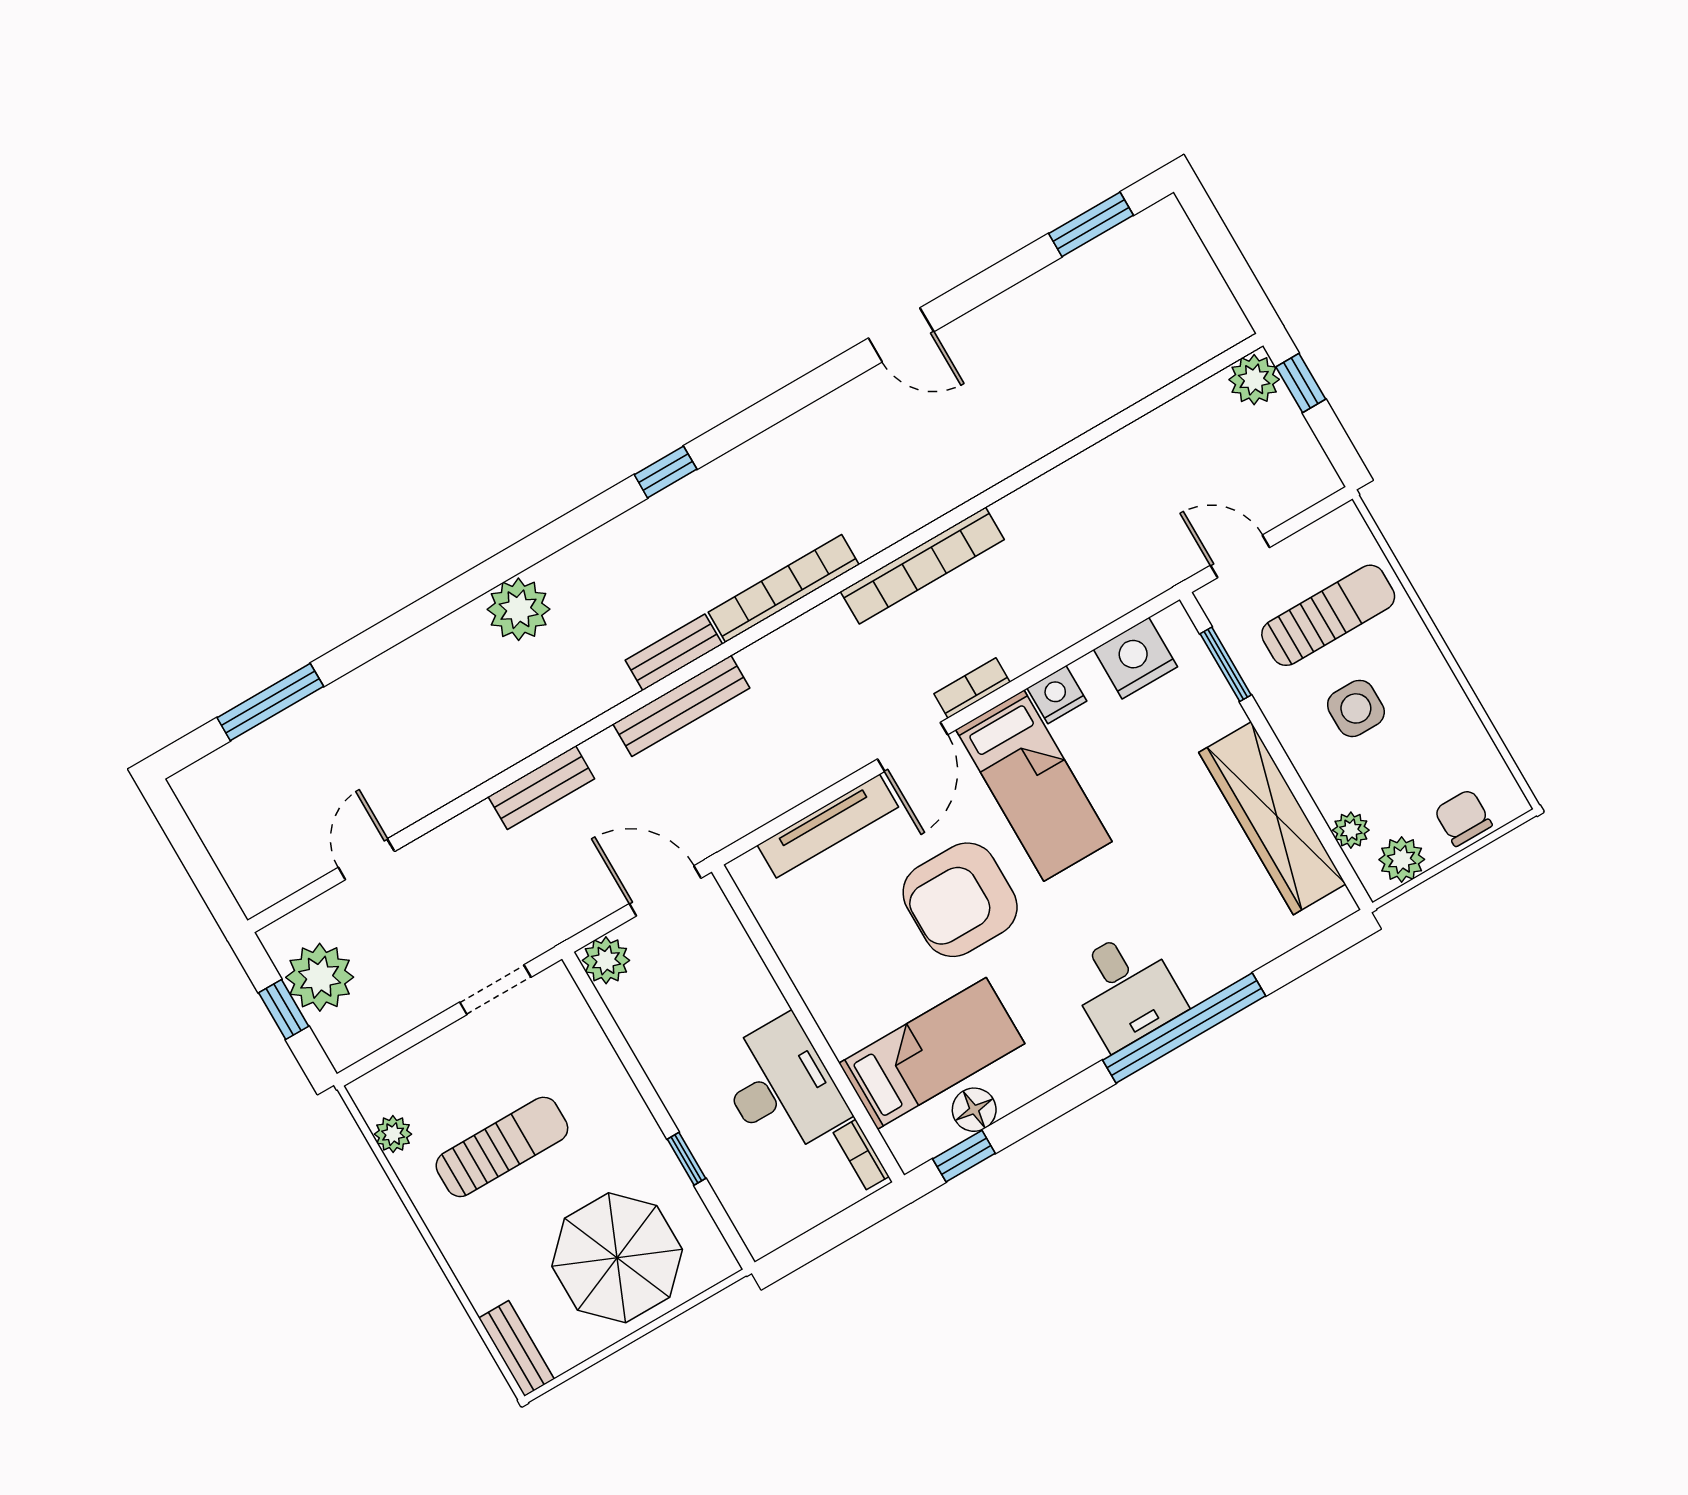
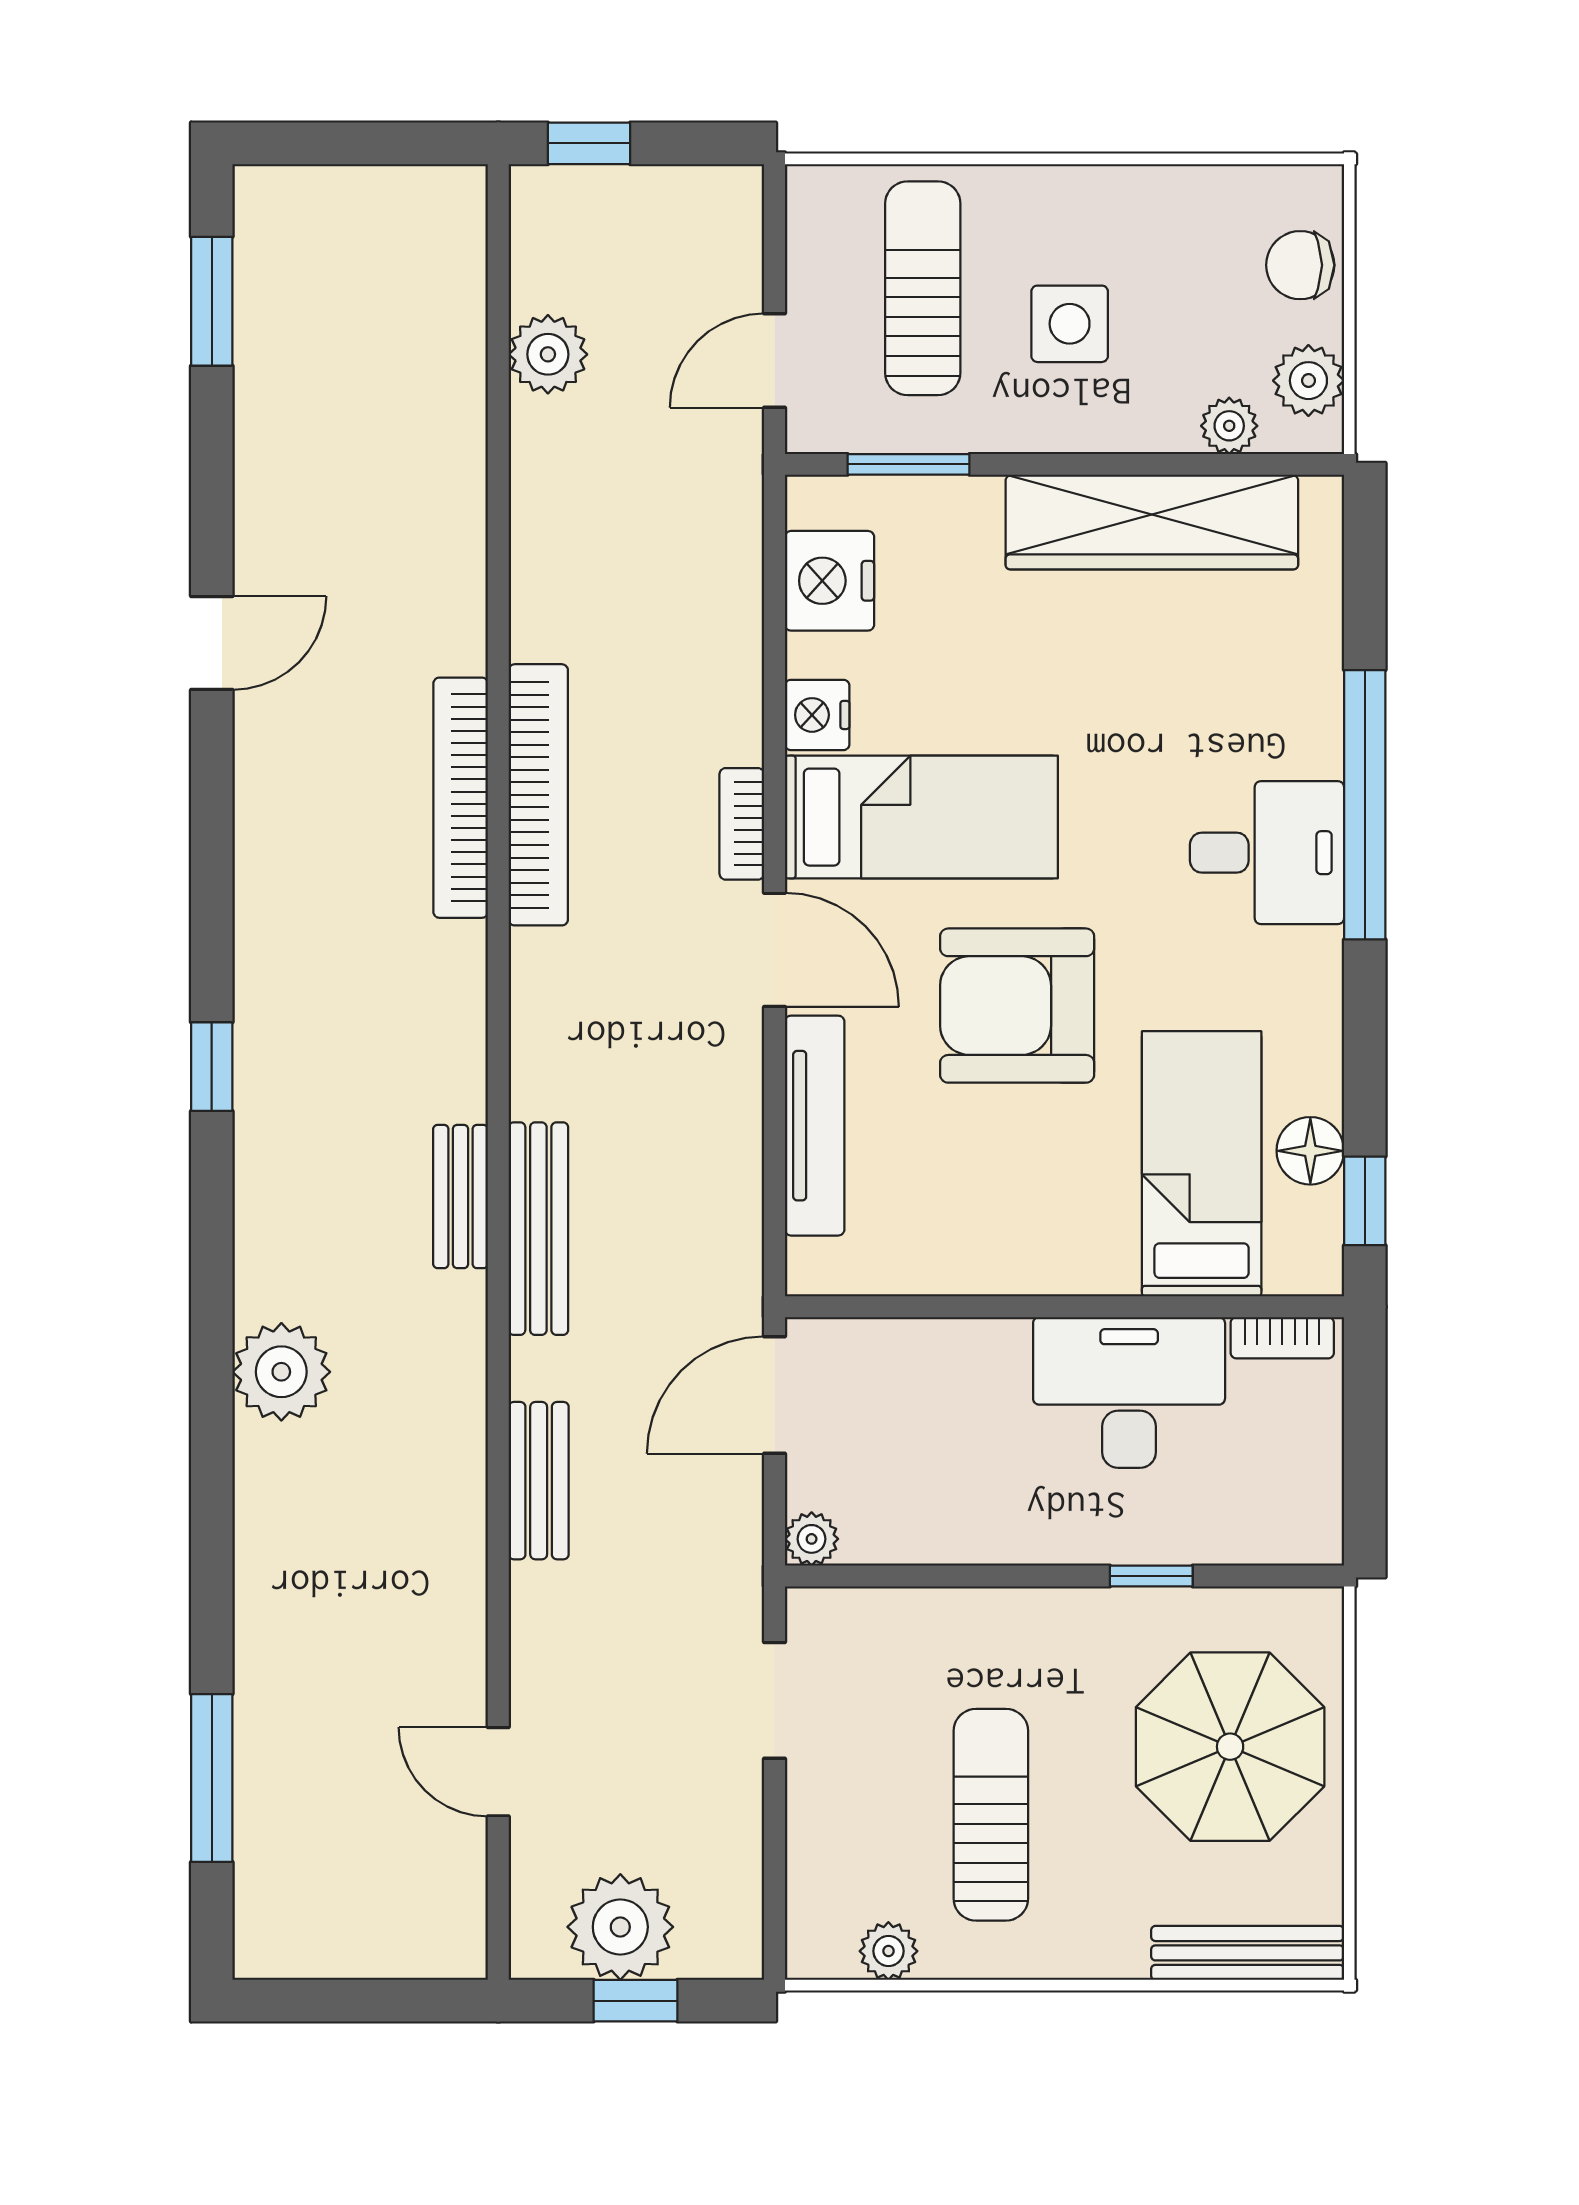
plant: (1254, 380) -> (548, 354), moved
bookcase: (784, 588) -> (461, 798), moved
armchair: (960, 900) -> (1017, 1006), turned 90
plant: (606, 960) -> (812, 1539), width x0.73, depth x0.73
bench: (516, 1349) -> (1248, 1953), width x1.36

